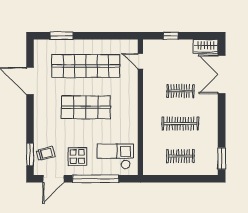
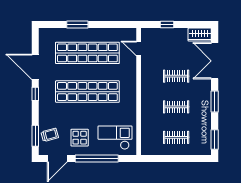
window: (61, 36) -> (77, 24), moved
shop shelf: (86, 107) -> (87, 92), width x1.40
window: (30, 110) -> (35, 94), added
window: (222, 118) -> (215, 102), added
clothes rail: (180, 124) -> (176, 107), width x0.73

